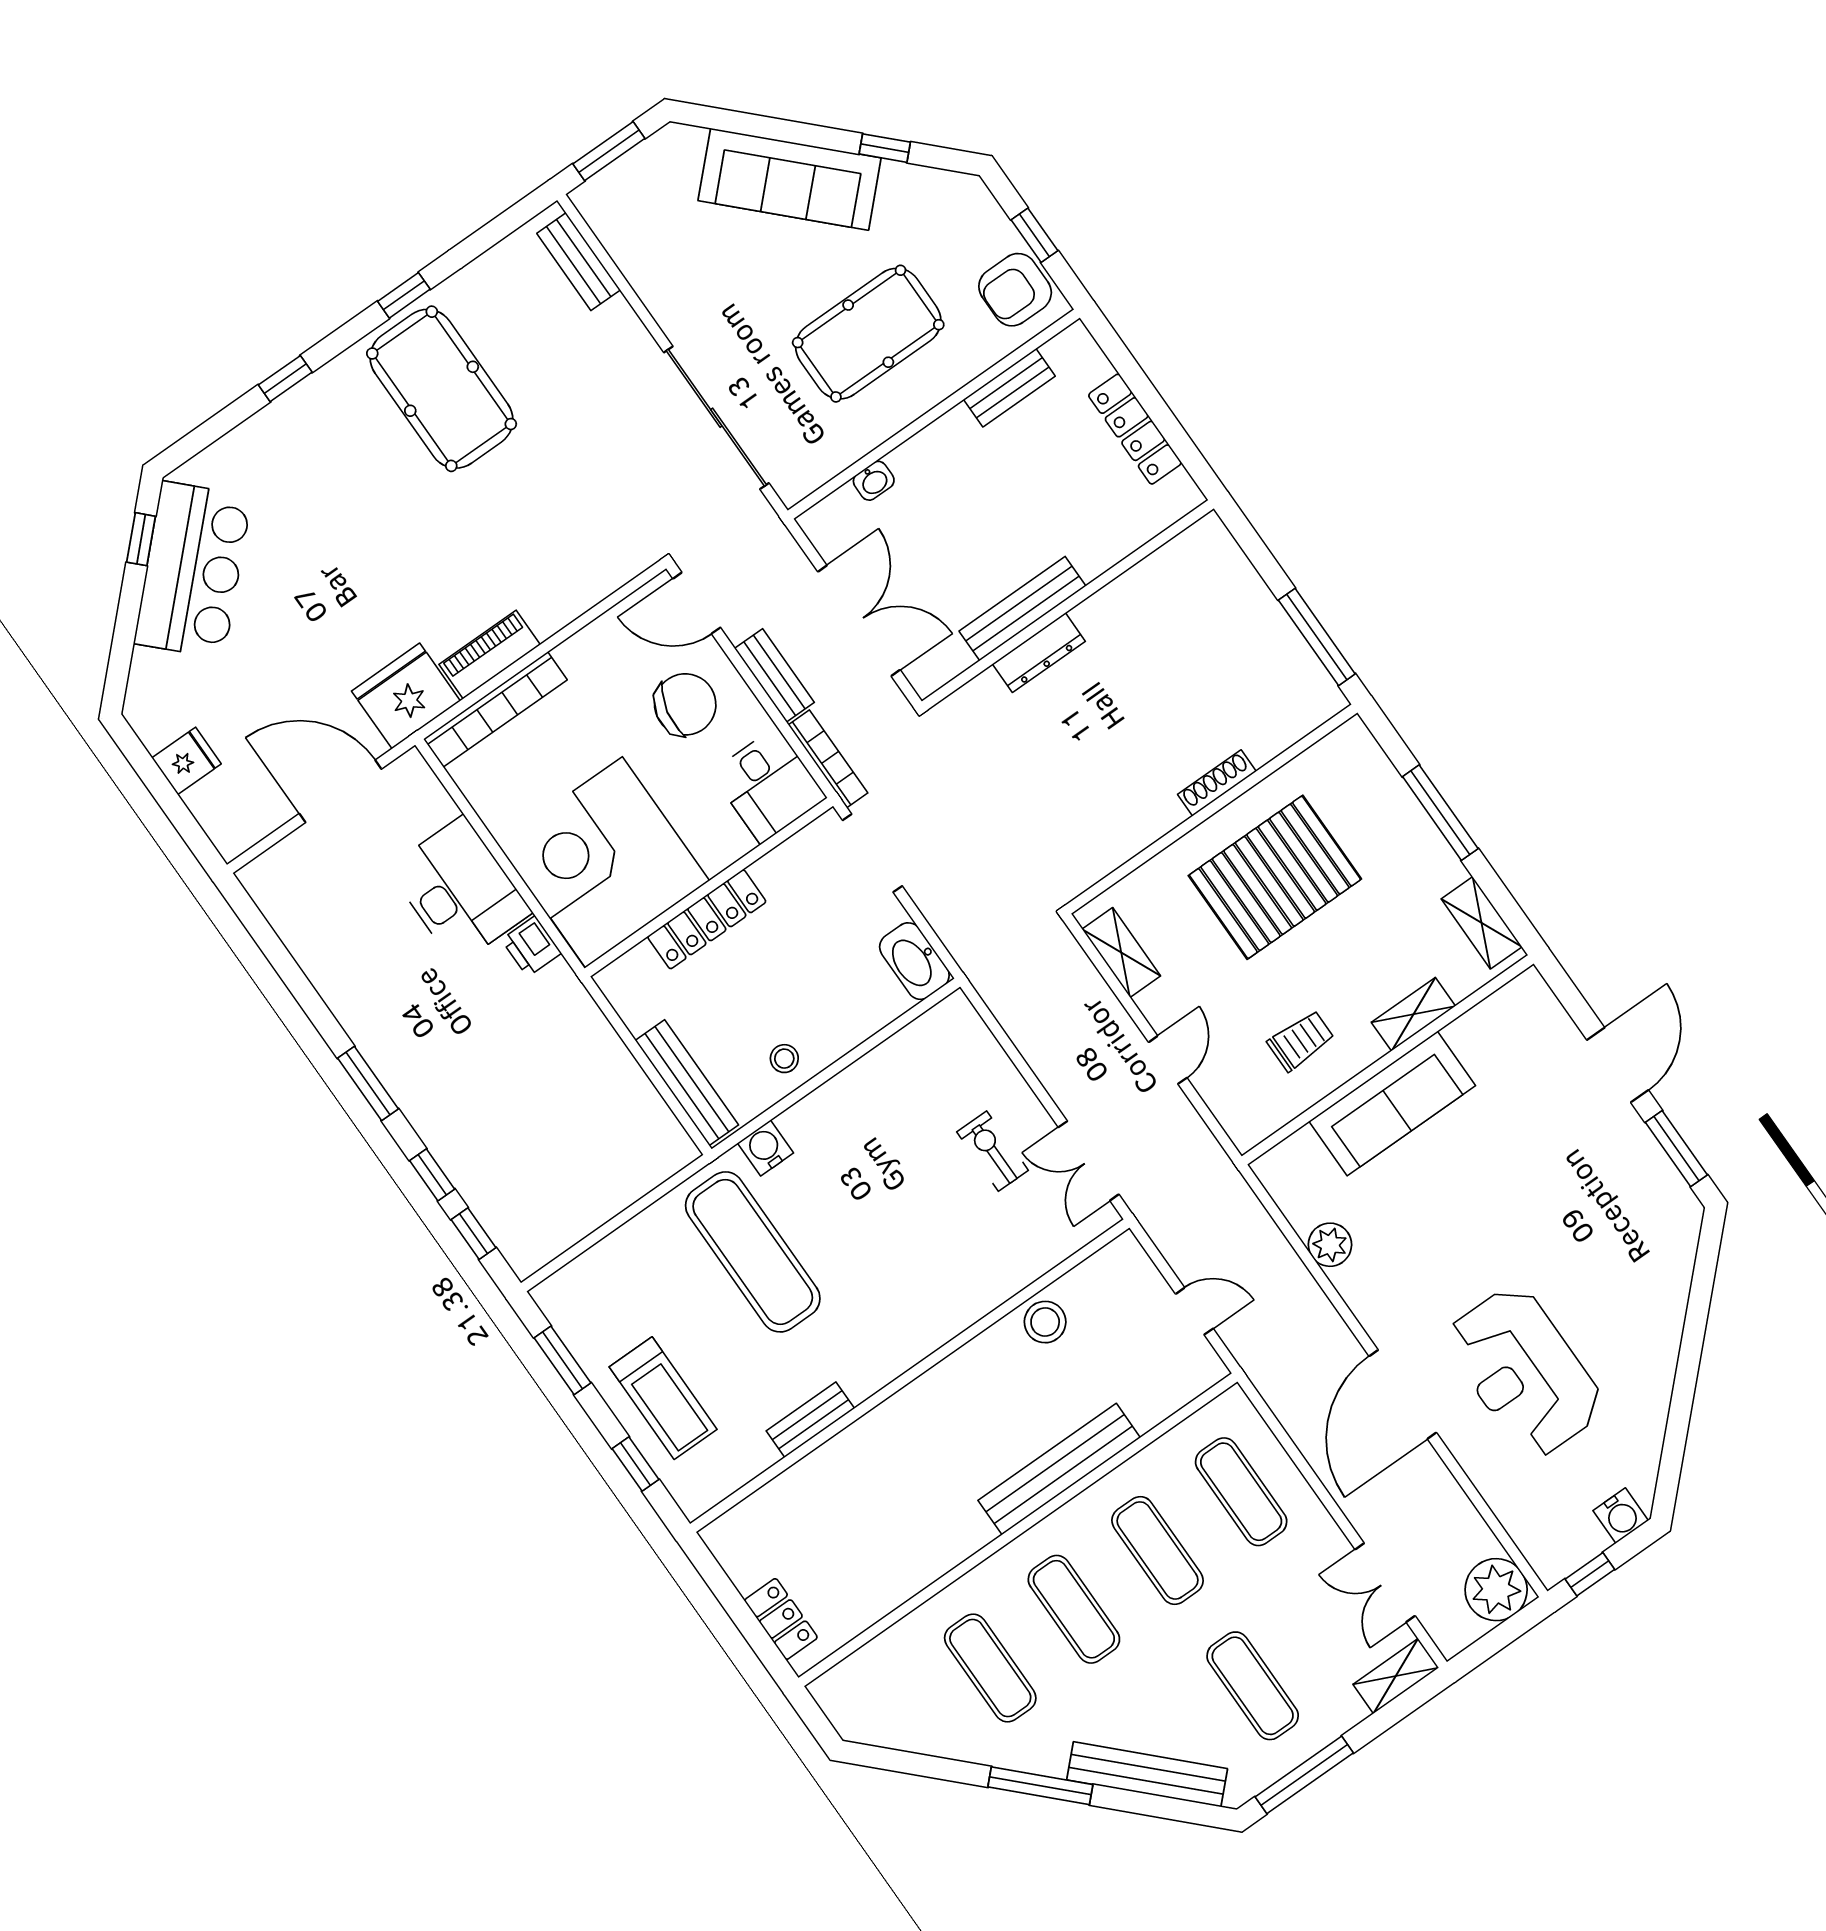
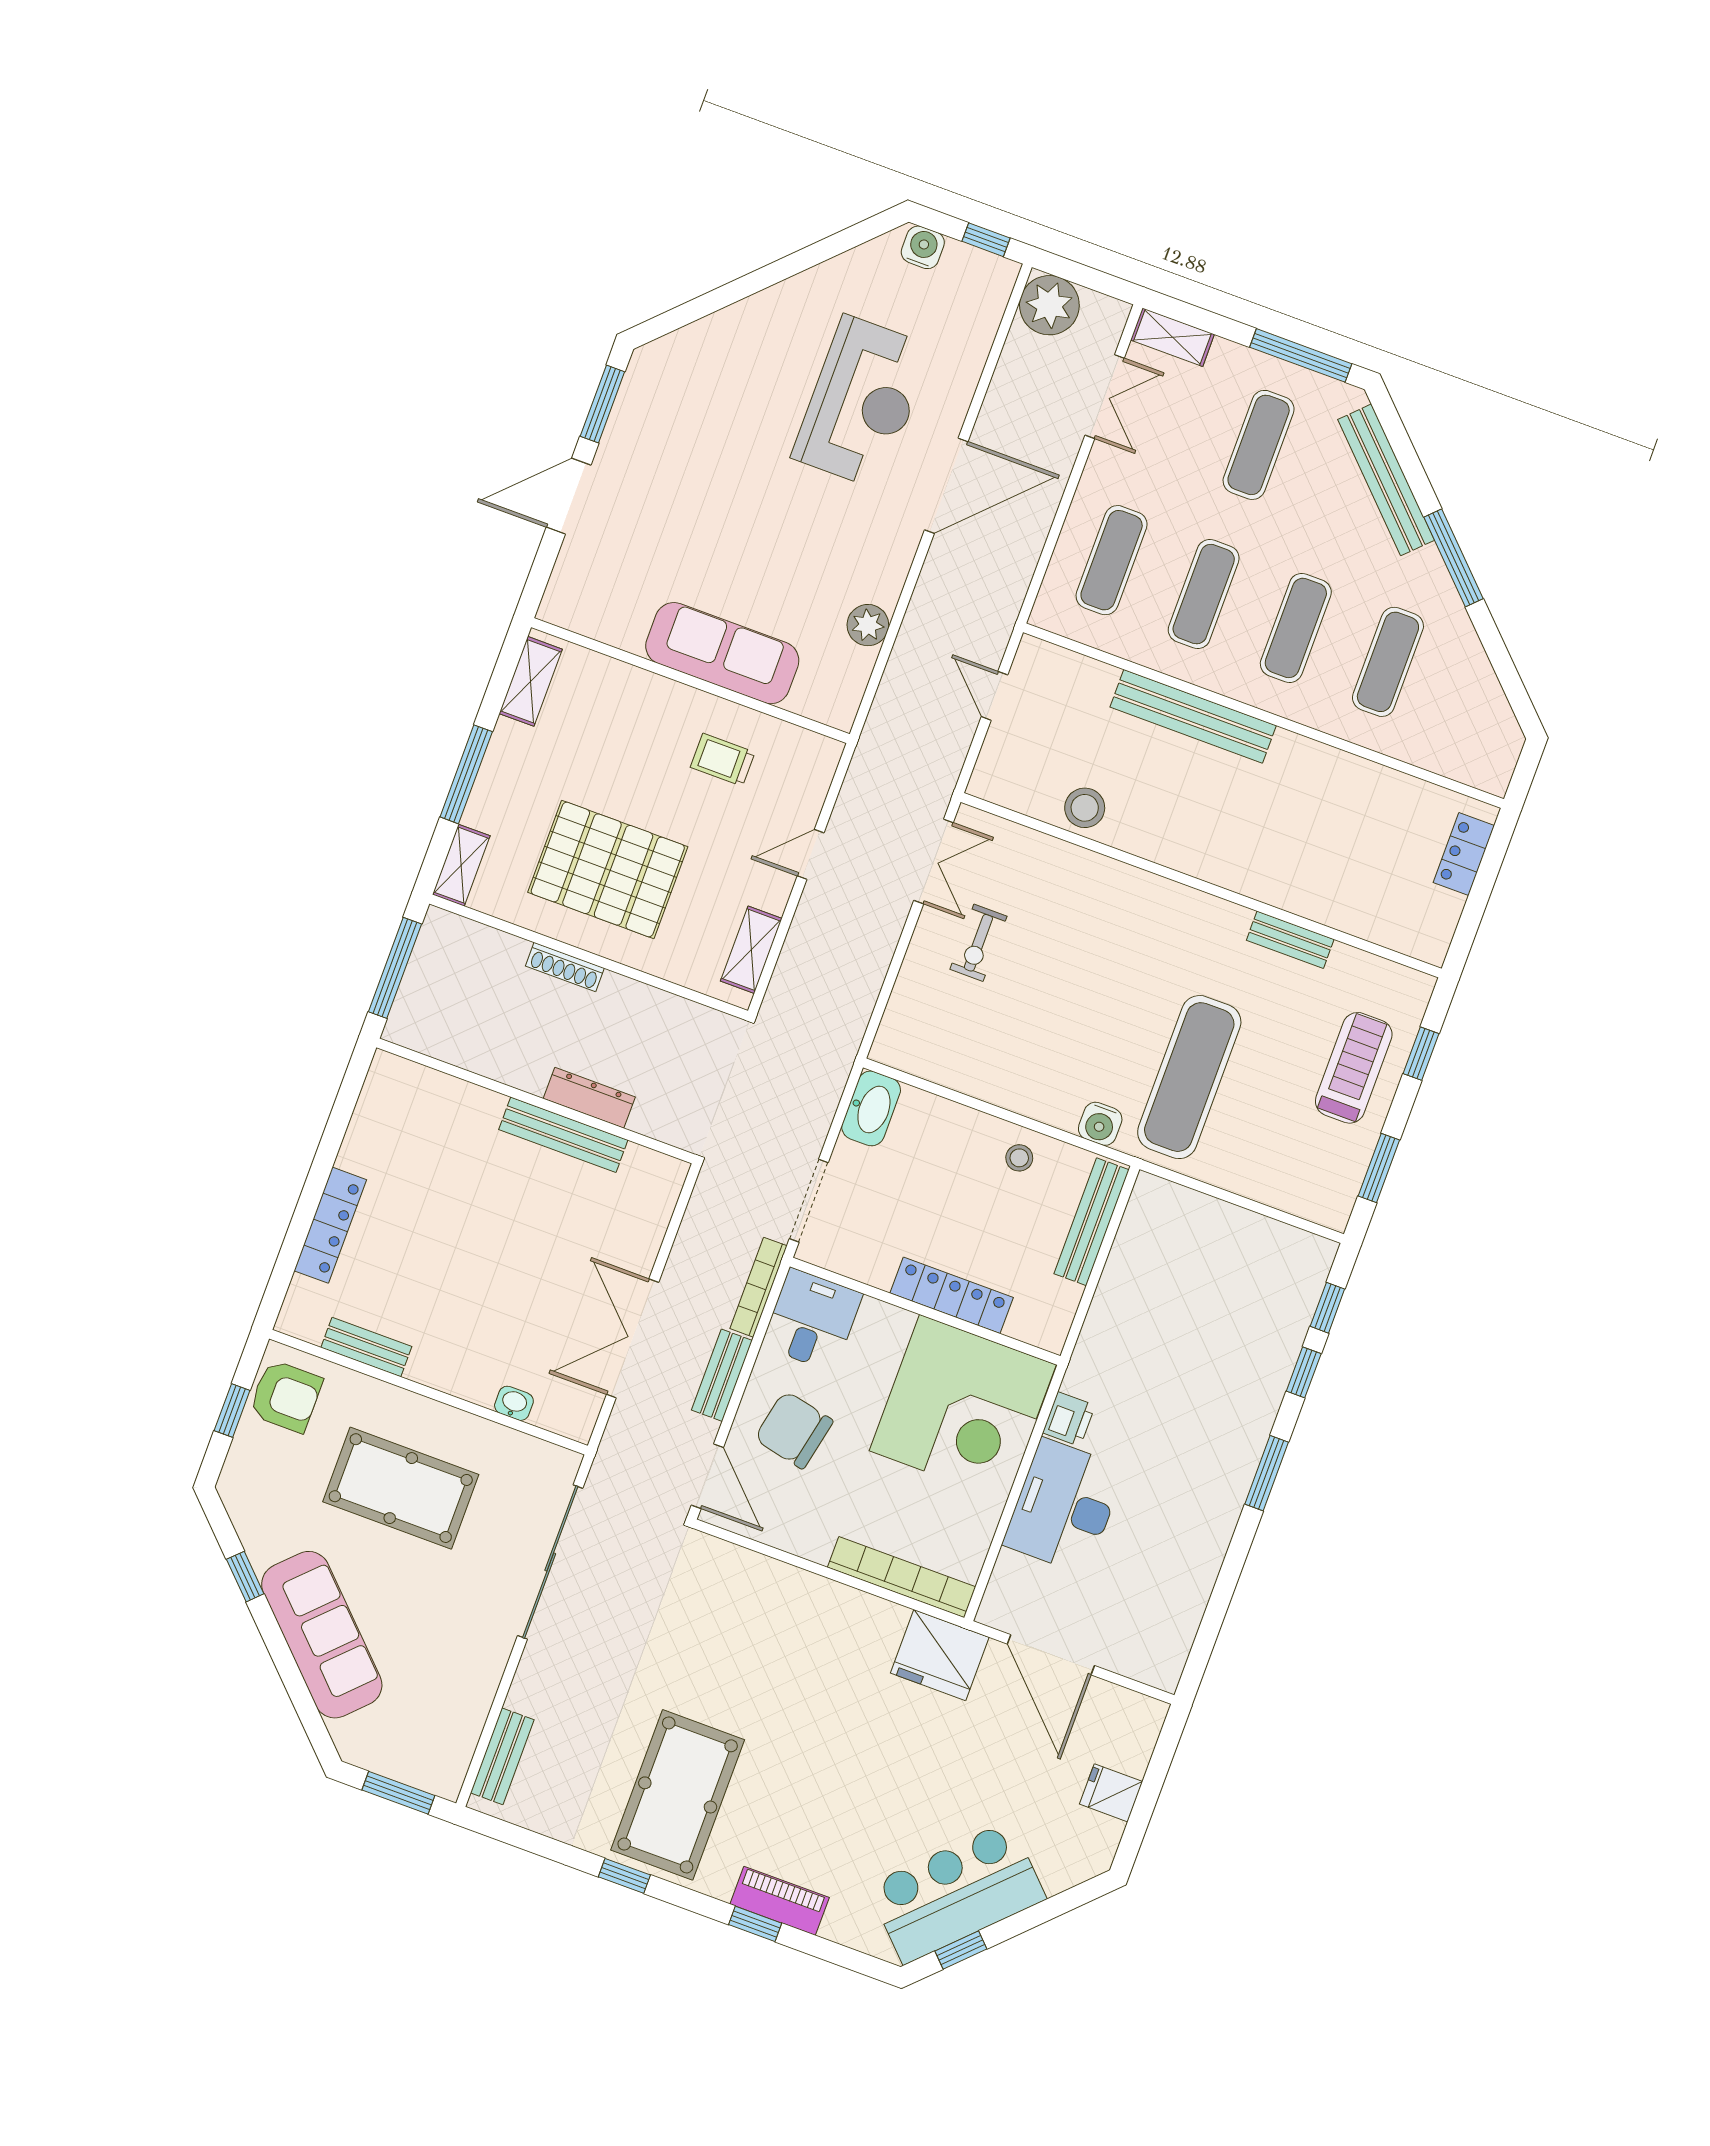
wall: (1068, 605) -> (536, 1101), moved
bench: (1022, 609) -> (563, 1135), moved
dresser: (1039, 653) -> (589, 1098), moved
piano: (490, 654) -> (780, 1901), moved, turned 180
shelving: (1413, 1014) -> (461, 865), moved, turned 90

